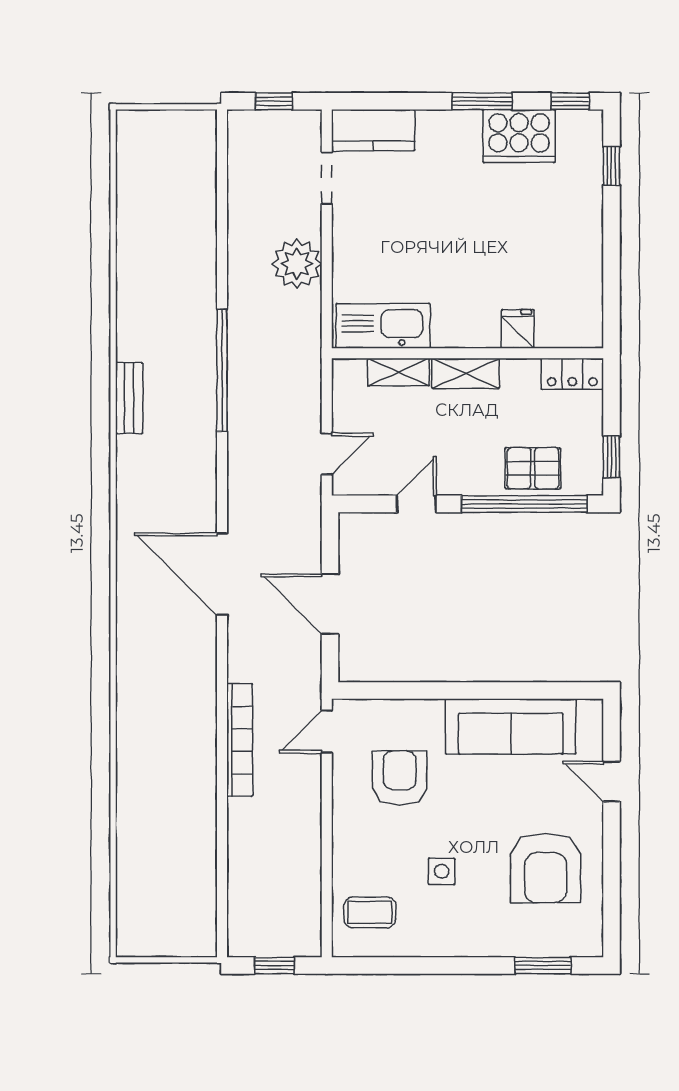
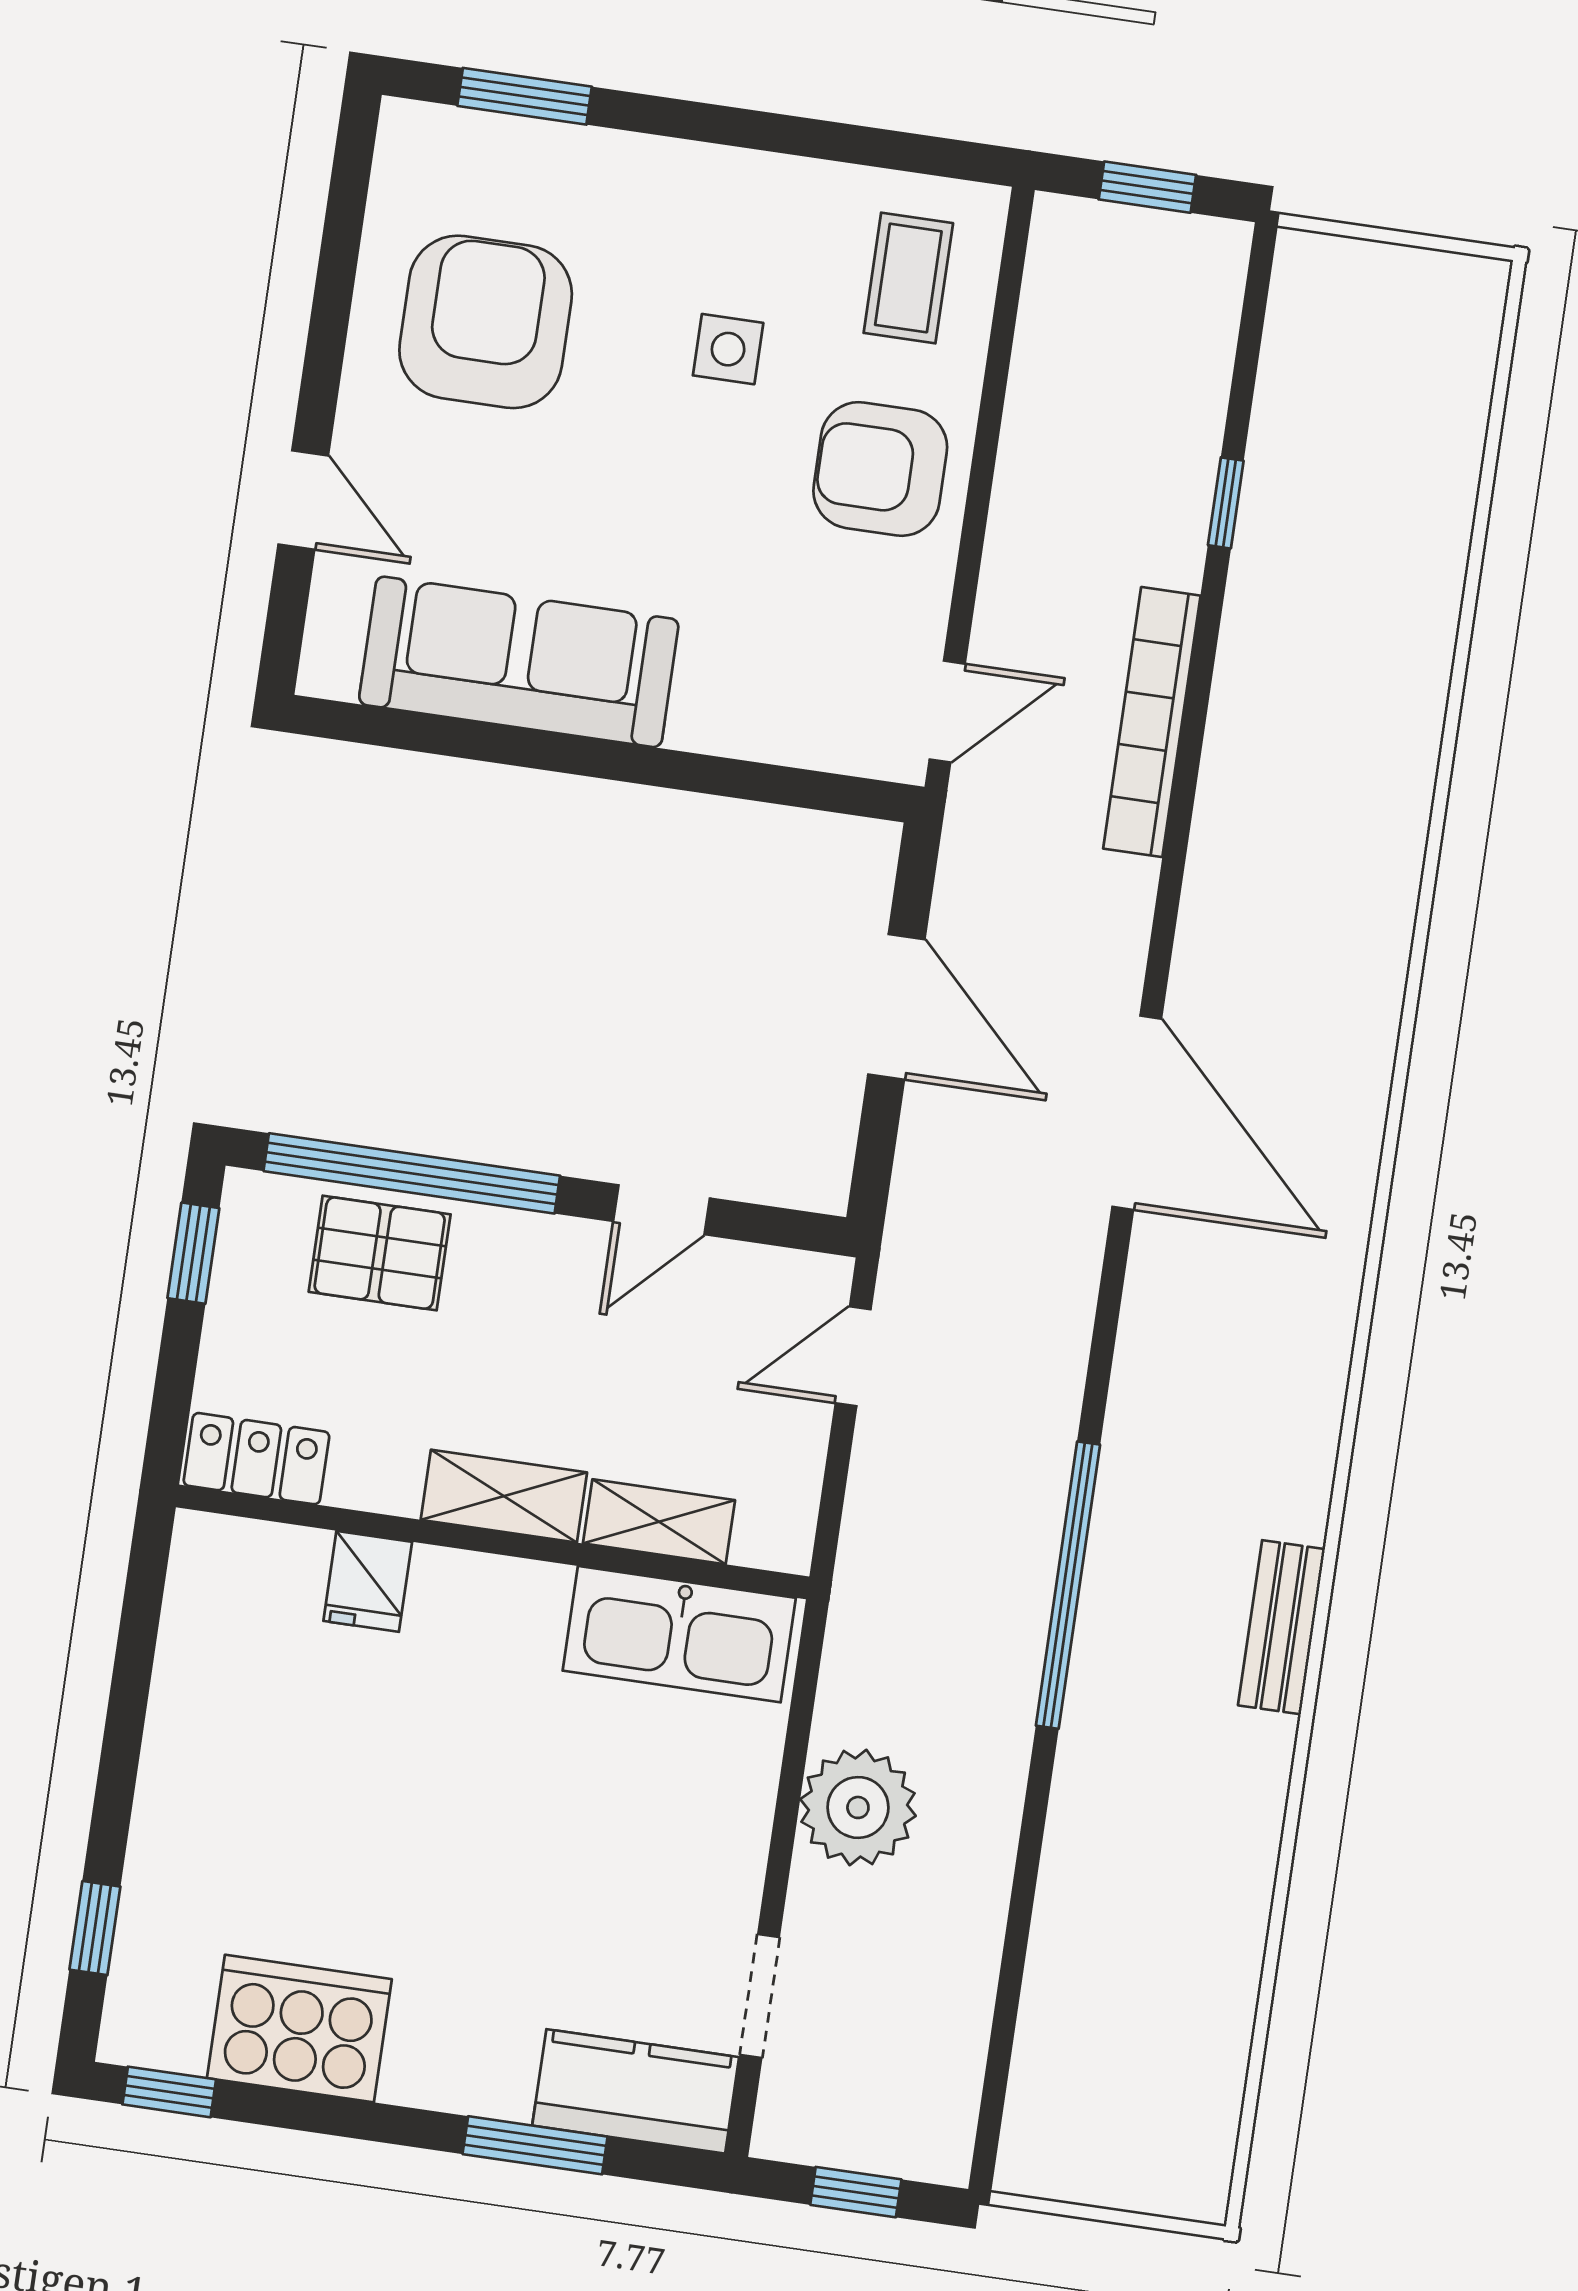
window: (482, 101) -> (535, 2145), moved
bench: (129, 398) -> (1282, 1627), moved
armchair: (400, 778) -> (880, 469), moved, turned 90
window: (222, 837) -> (1226, 503), added
coffee table: (370, 912) -> (908, 278), turned 90

